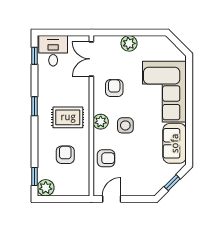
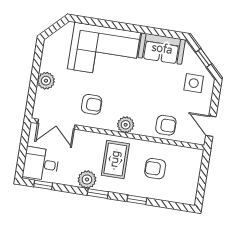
armchair: (114, 88) -> (92, 104), turned 180
side table: (125, 125) -> (194, 83), moved
armchair: (106, 158) -> (166, 125), turned 90
window: (34, 176) -> (137, 200), moved
plant: (46, 188) -> (87, 179), moved

